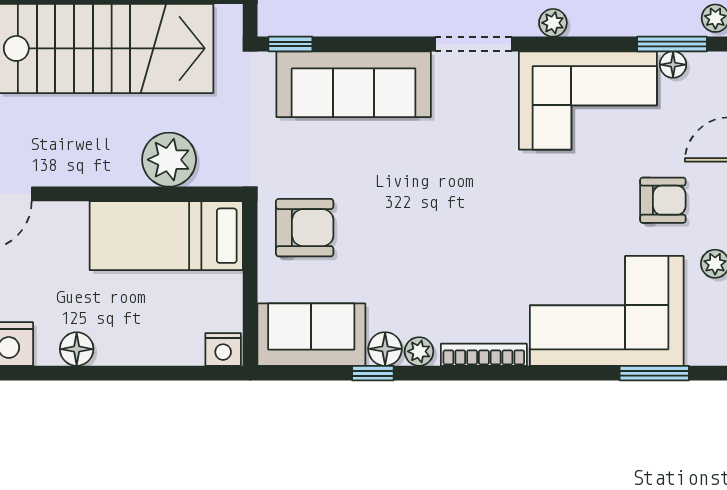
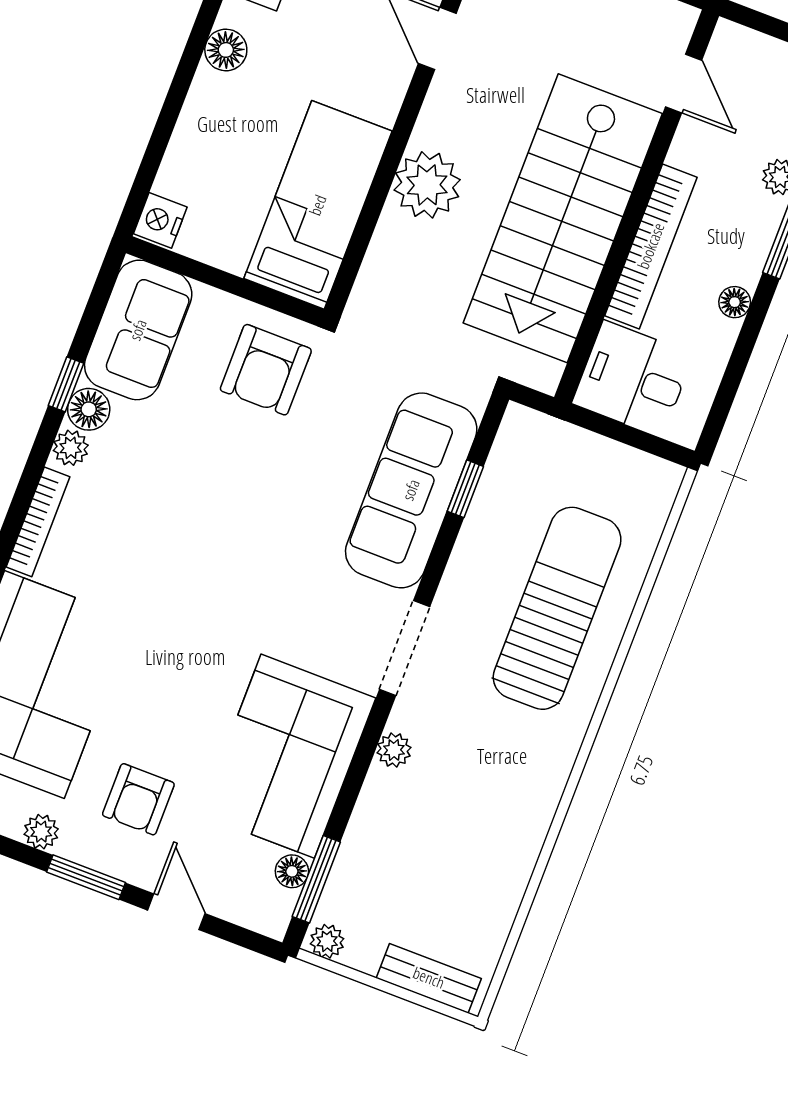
window: (290, 44) -> (465, 489), moved
plant: (169, 160) -> (427, 185), moved

